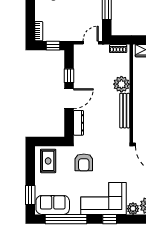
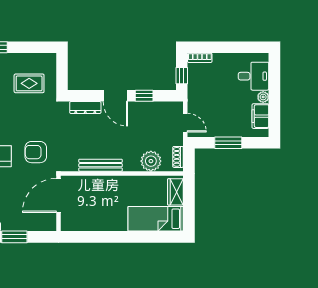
plant: (121, 84) -> (151, 161), moved
rug: (48, 161) -> (29, 83), moved
armchair: (84, 162) -> (36, 152), moved

